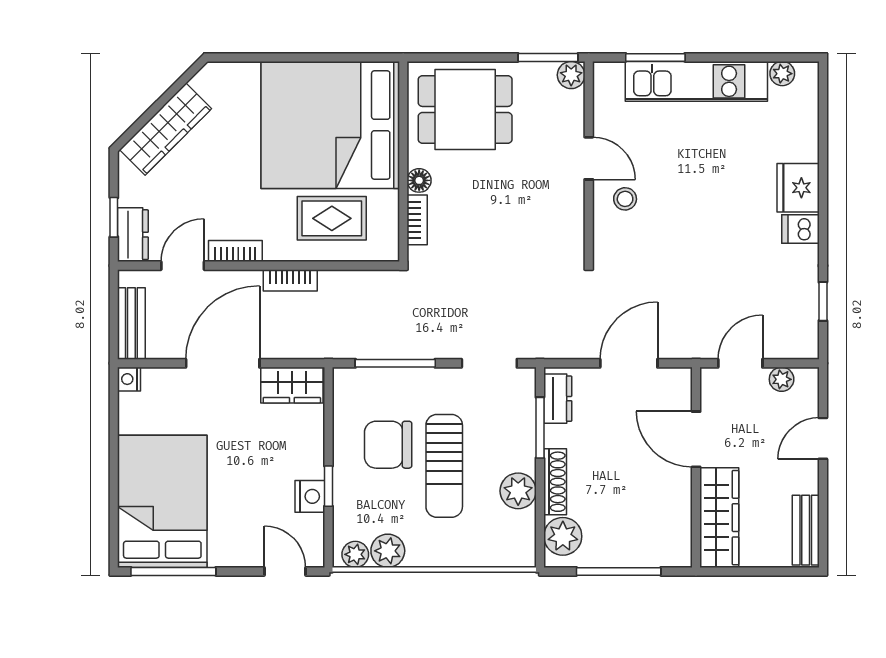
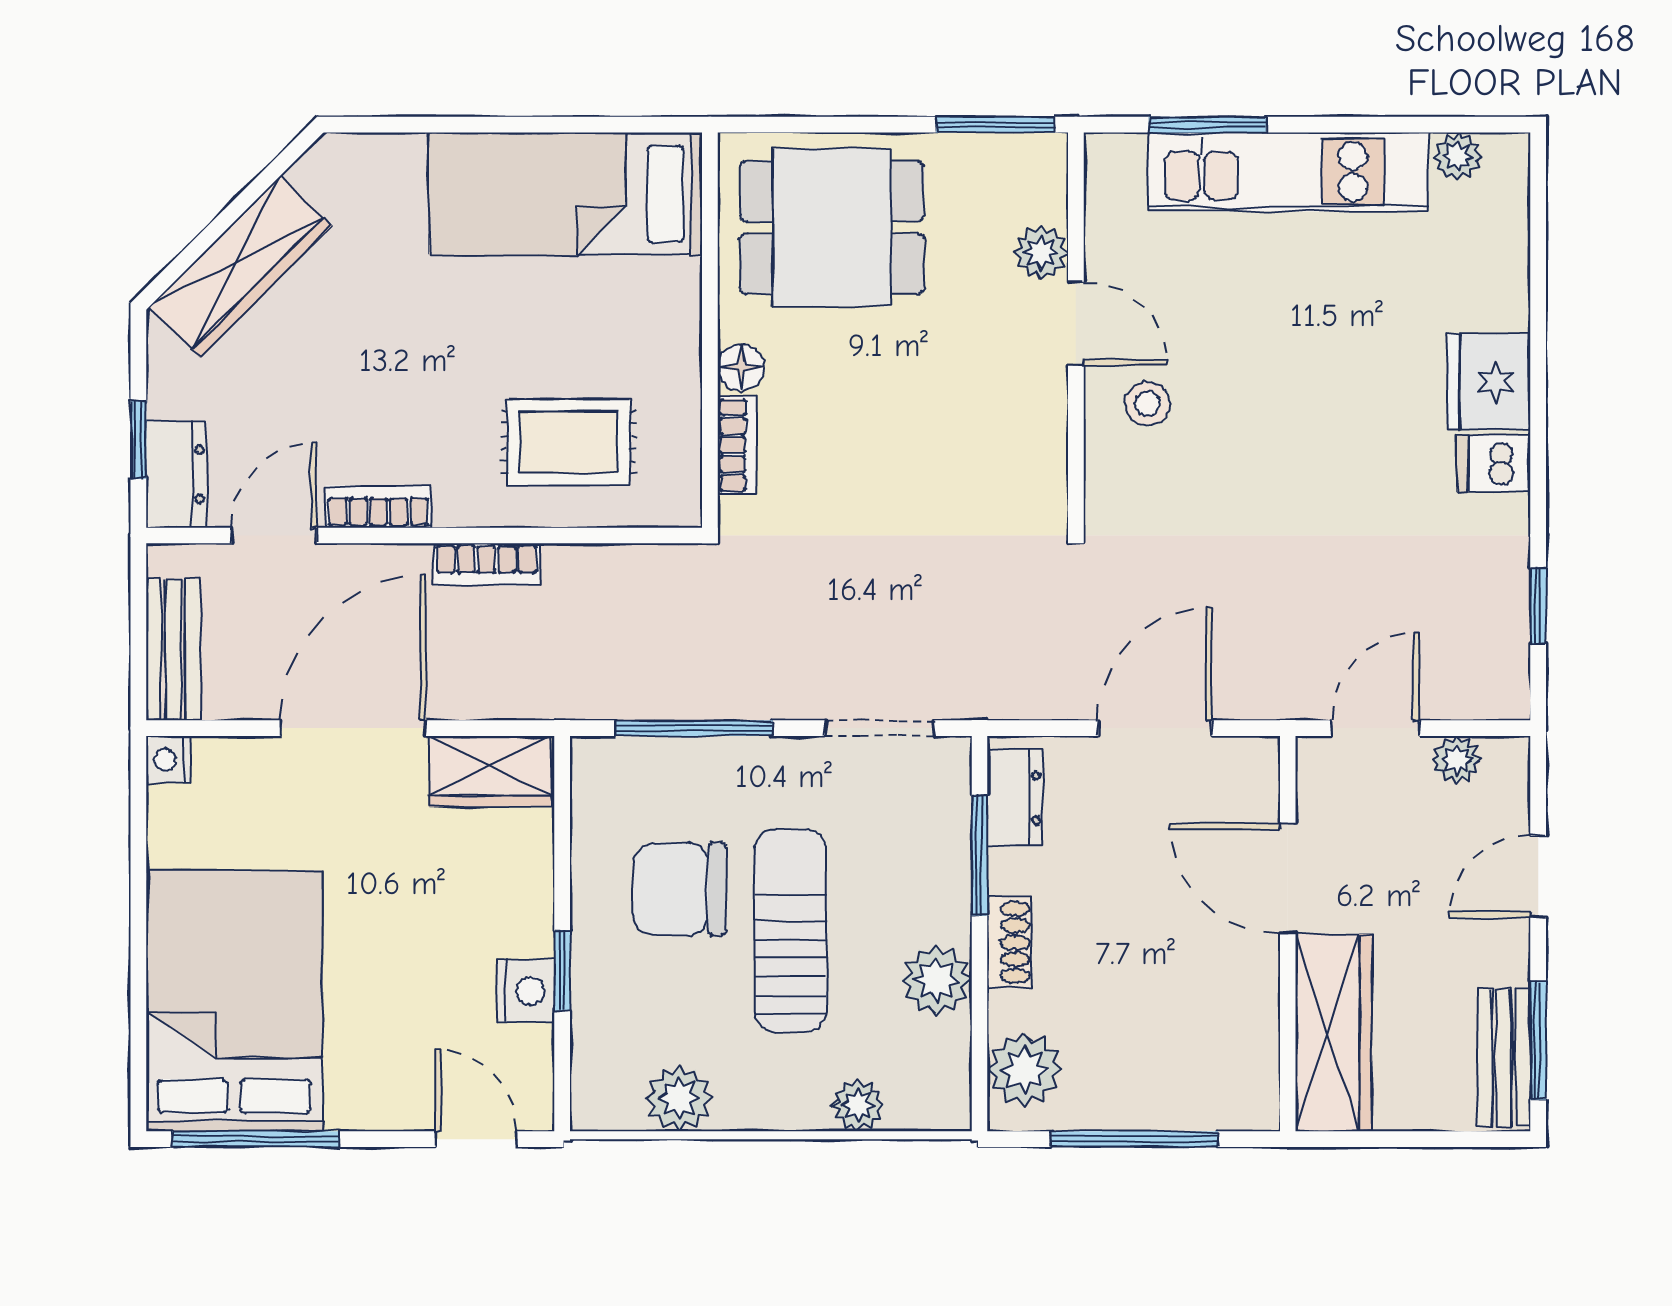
plant: (571, 75) -> (1041, 253), moved
bed: (330, 125) -> (566, 194), width x0.49
sun lounger: (444, 466) -> (791, 931), turned 180
shoe rack: (555, 482) -> (1009, 942), width x0.70
window: (823, 522) -> (1538, 1041), added
plant: (355, 554) -> (858, 1105), moved

